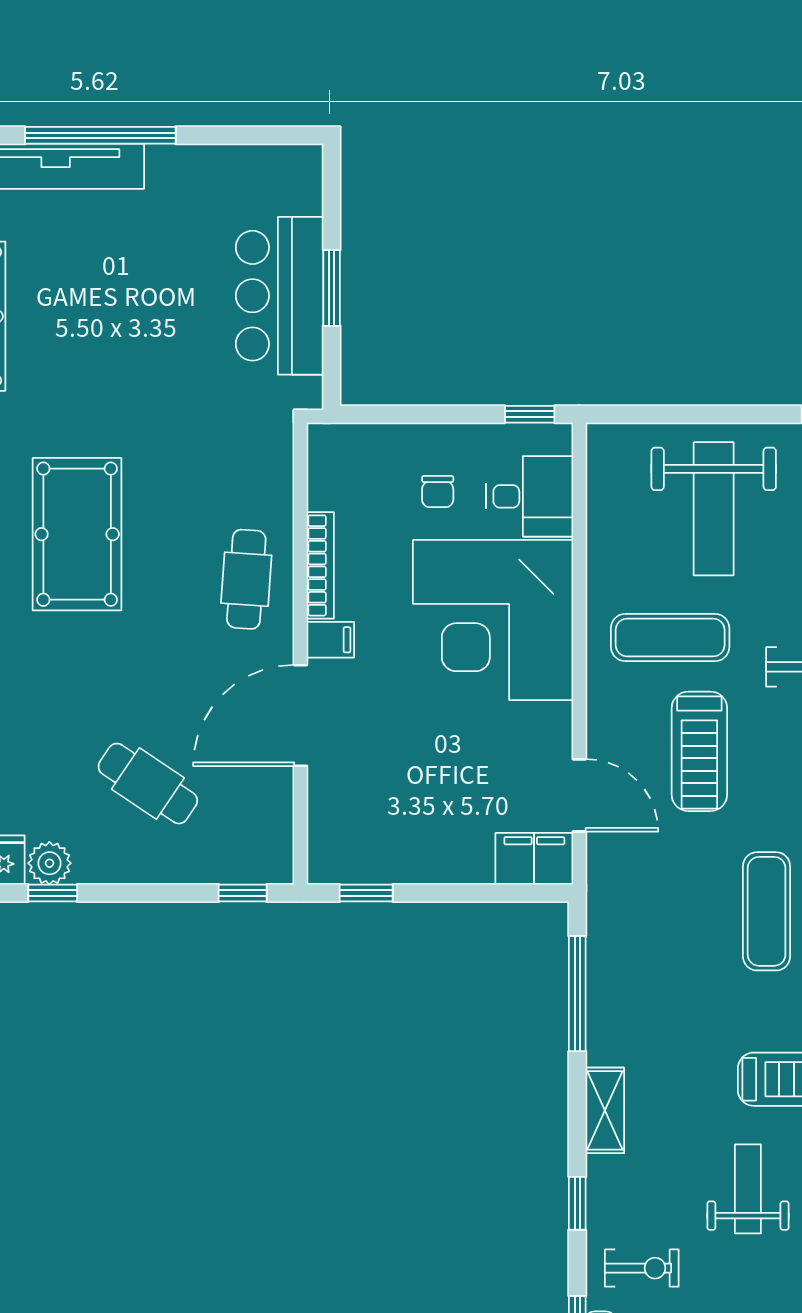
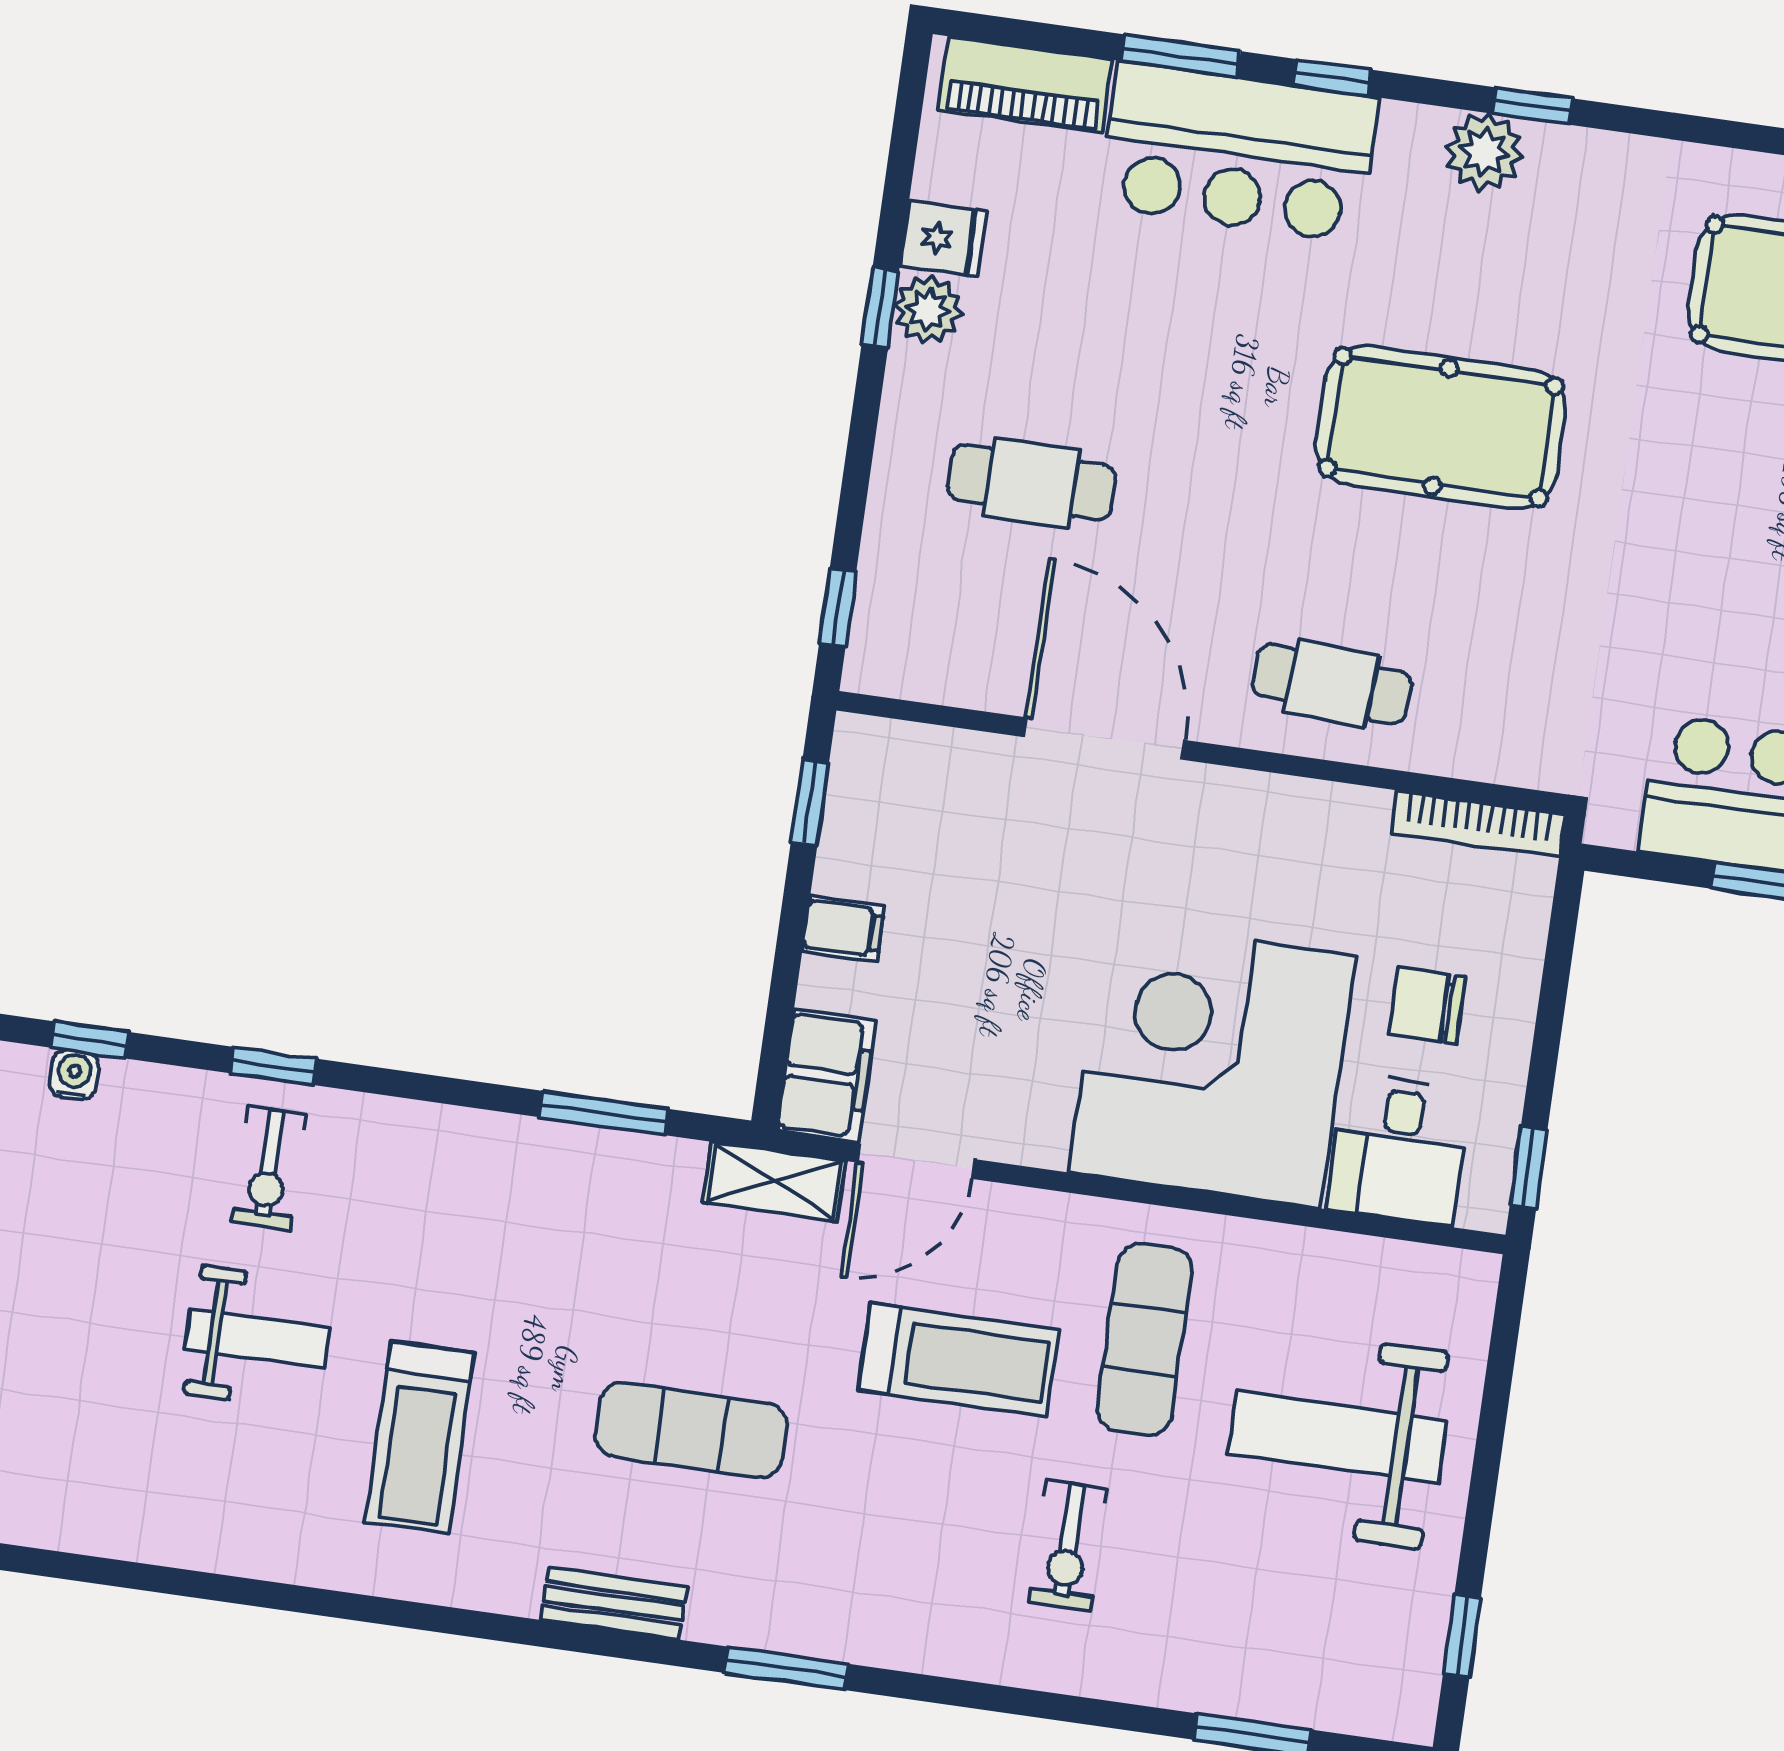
chair: (438, 492) -> (1427, 1006), width x1.37, depth x1.37
bookcase: (320, 565) -> (1478, 824), moved
filing cabinet: (330, 640) -> (843, 929), moved, turned -90
treadmill: (699, 751) -> (959, 1360), turned 180
cafe table: (148, 784) -> (1032, 483), turned 56
window: (577, 994) -> (604, 1113), width x0.69
shelving: (605, 1110) -> (774, 1182), moved
exercise bike: (642, 1268) -> (269, 1168), moved

